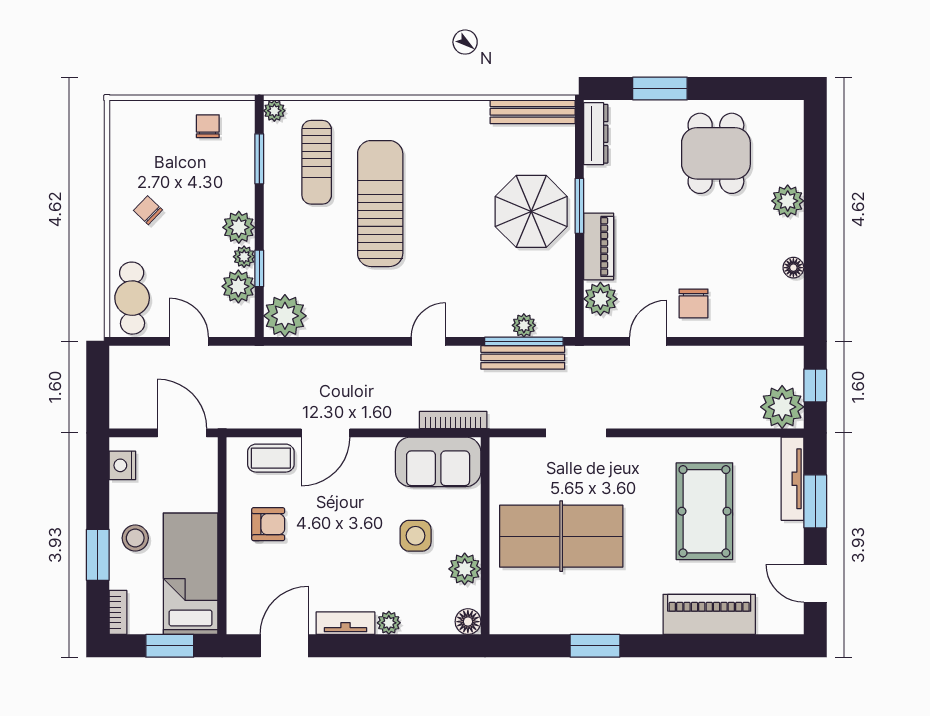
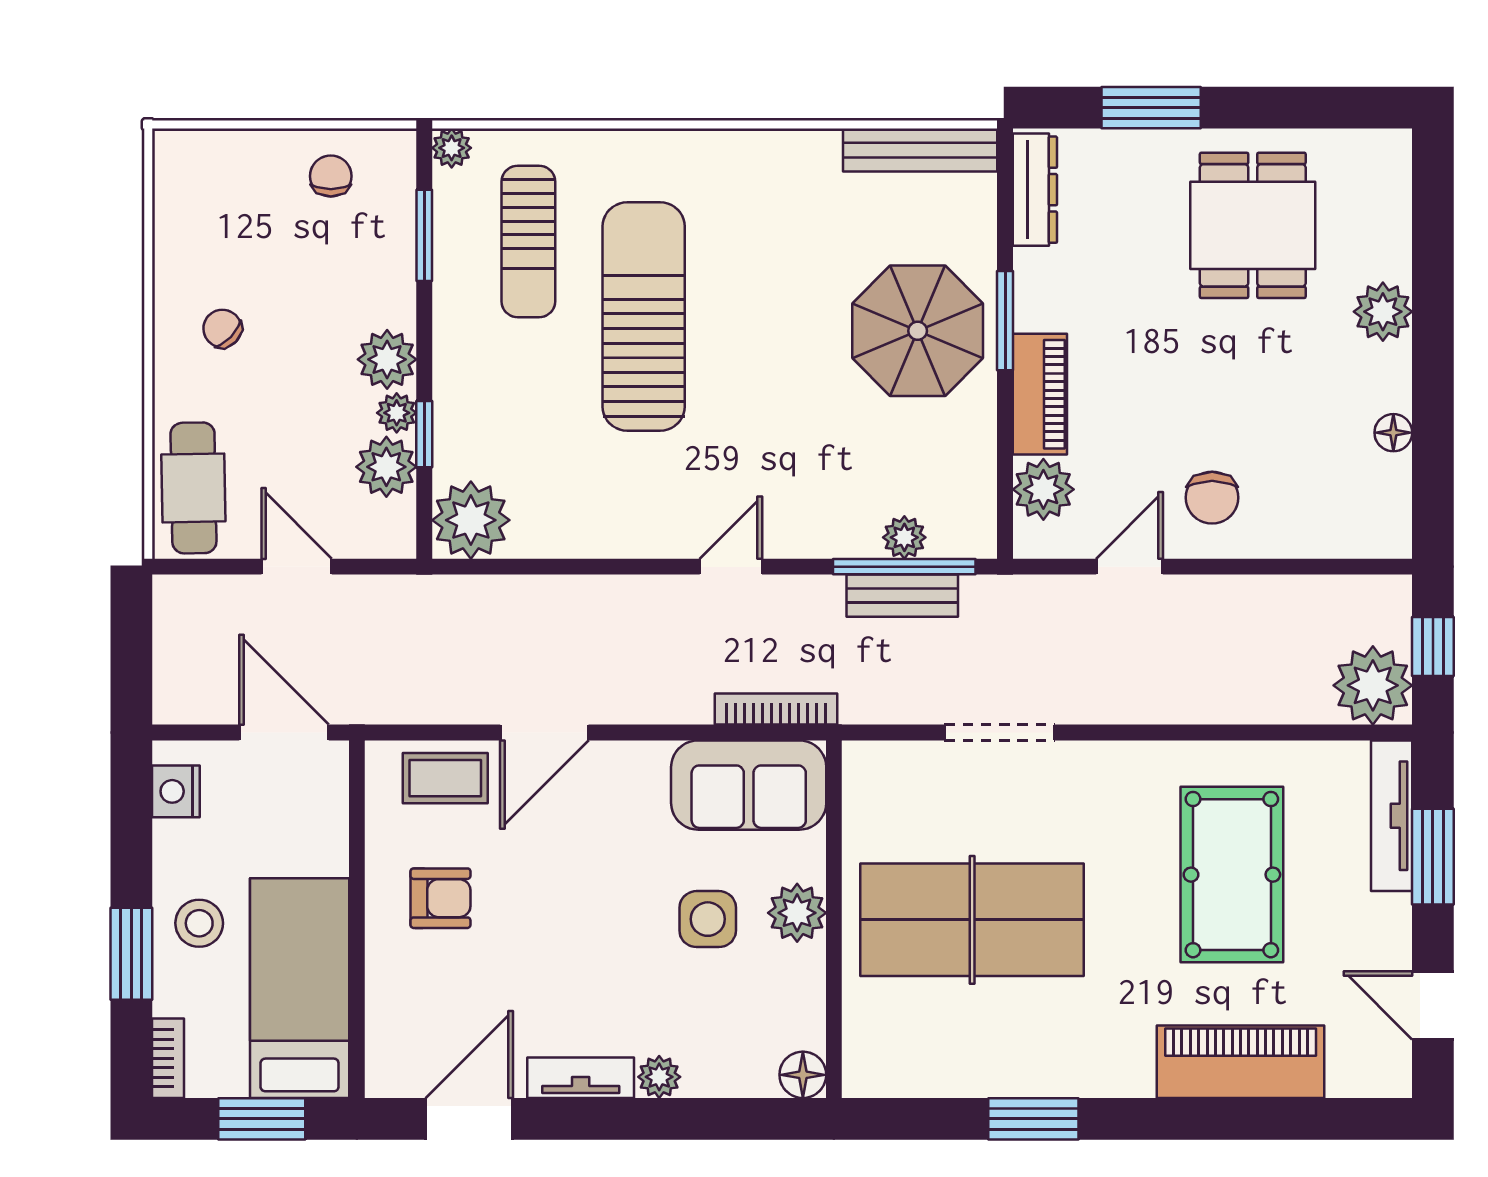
bench: (523, 357) -> (902, 596), width x0.73
plant: (465, 569) -> (797, 913), moved

